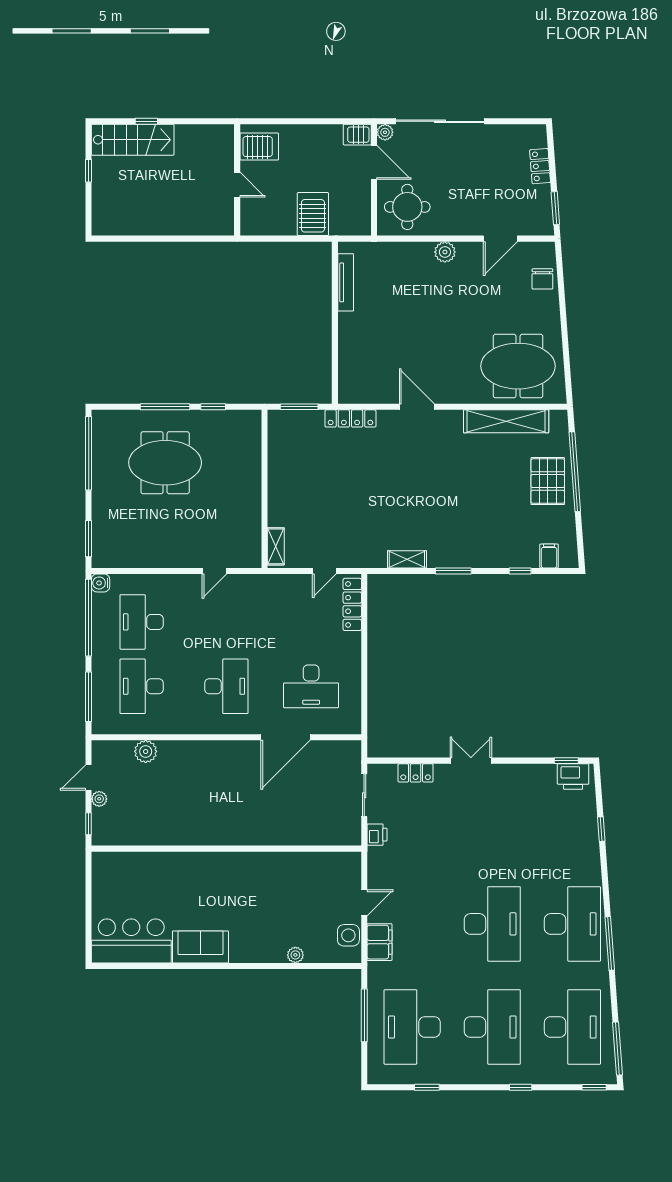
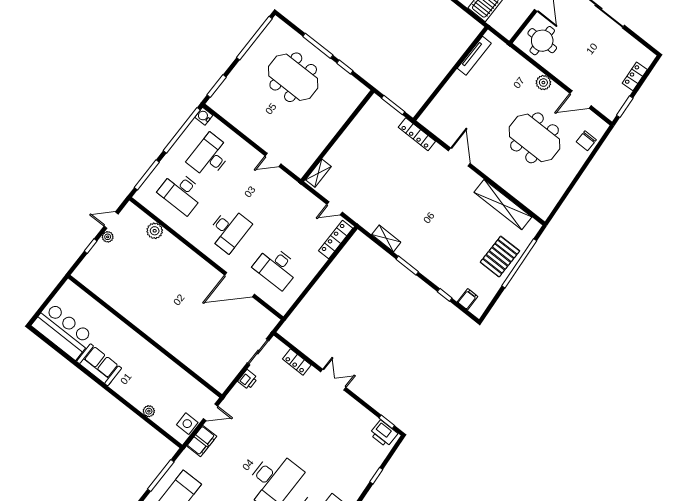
meeting table: (518, 366) -> (534, 138), moved
desk: (142, 686) -> (181, 192), turned -90
wall: (226, 849) -> (145, 336), moved

